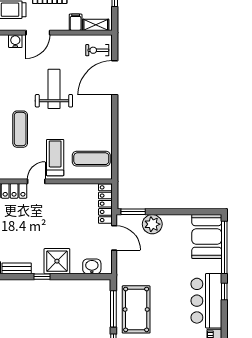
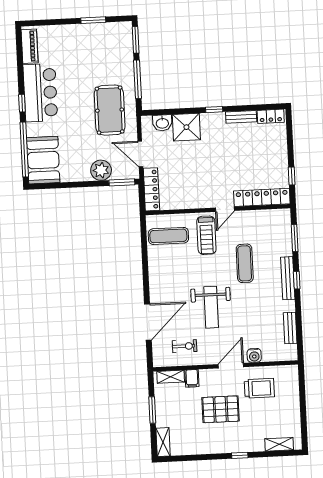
exercise bike: (97, 50) -> (185, 346), moved
shower: (57, 261) -> (186, 127), moved
pool table: (136, 309) -> (110, 110), moved

